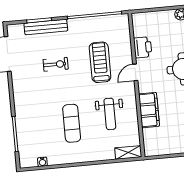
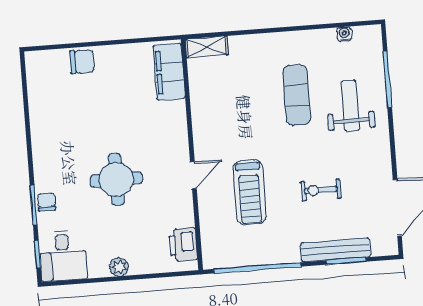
printer: (143, 47) -> (183, 245), moved
filing cabinet: (149, 110) -> (169, 72), moved
weight bench: (110, 114) -> (350, 106), moved

